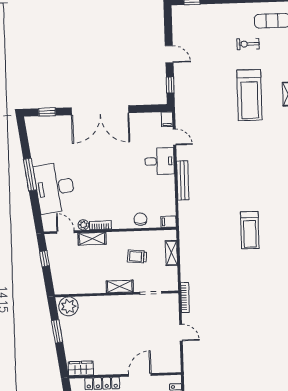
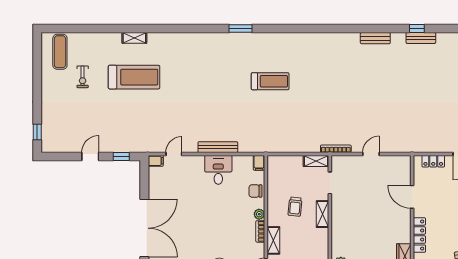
desk: (160, 161) -> (218, 170), moved
plant: (83, 225) -> (259, 214), moved
shelving: (171, 253) -> (316, 161), moved
trolley: (137, 256) -> (295, 207), moved

